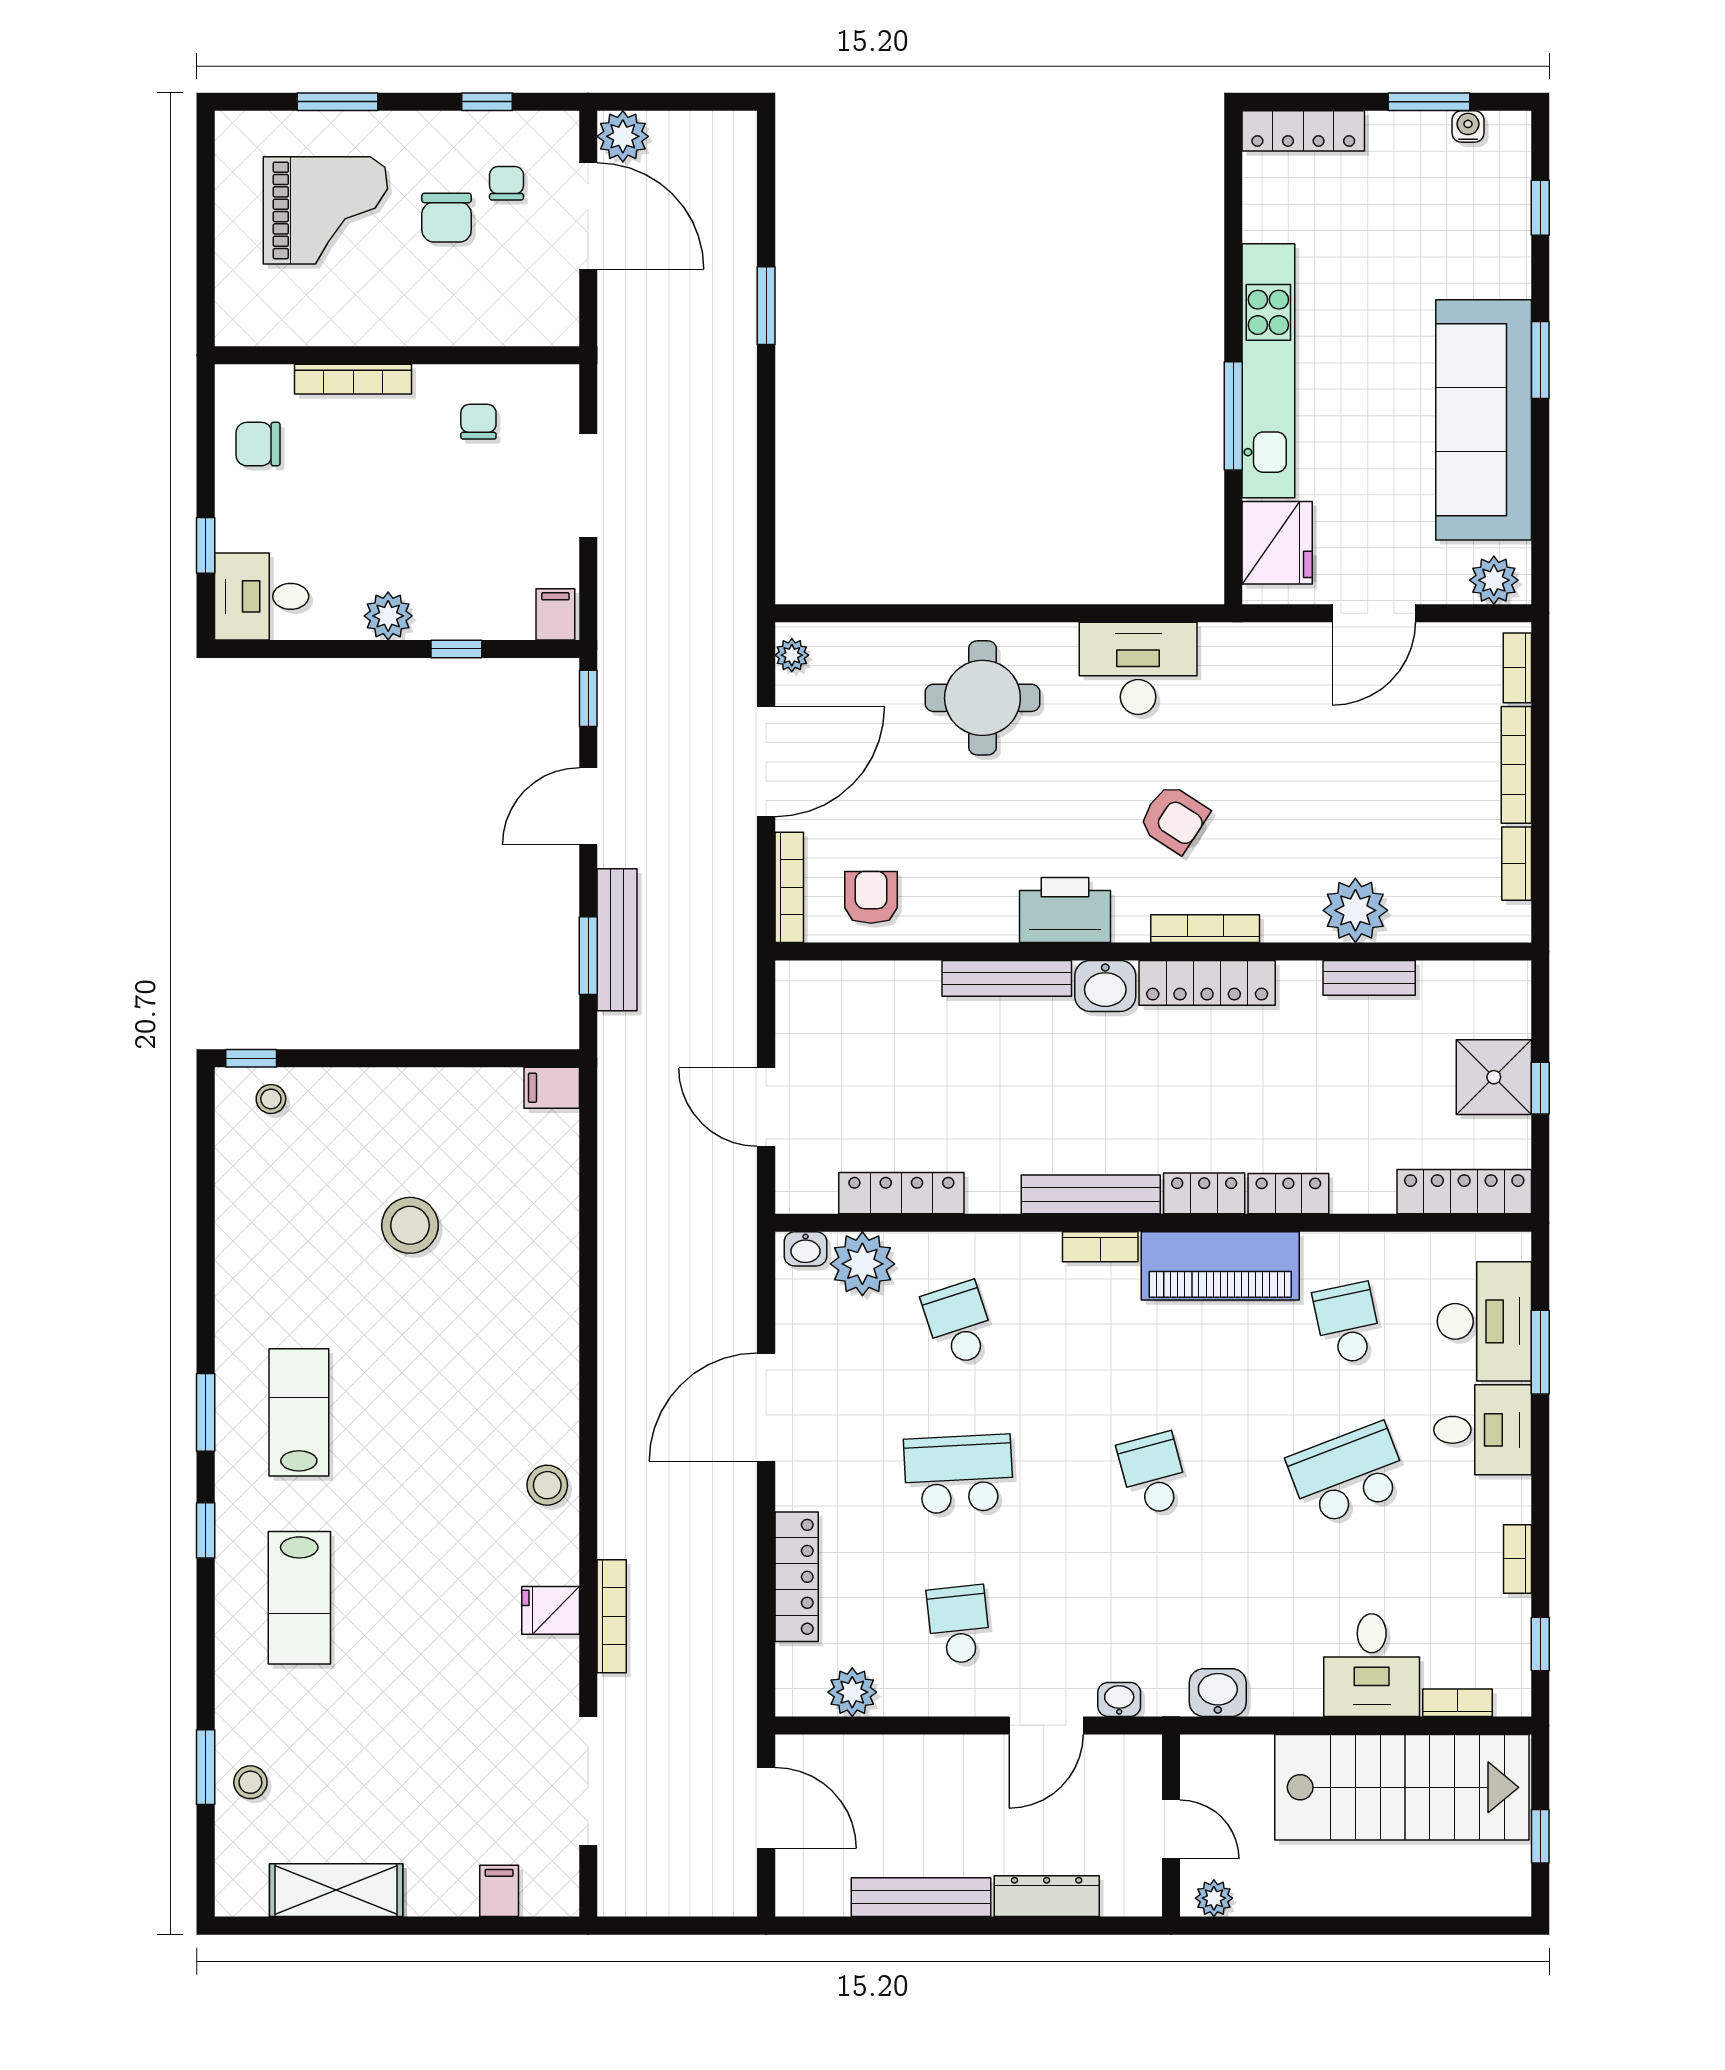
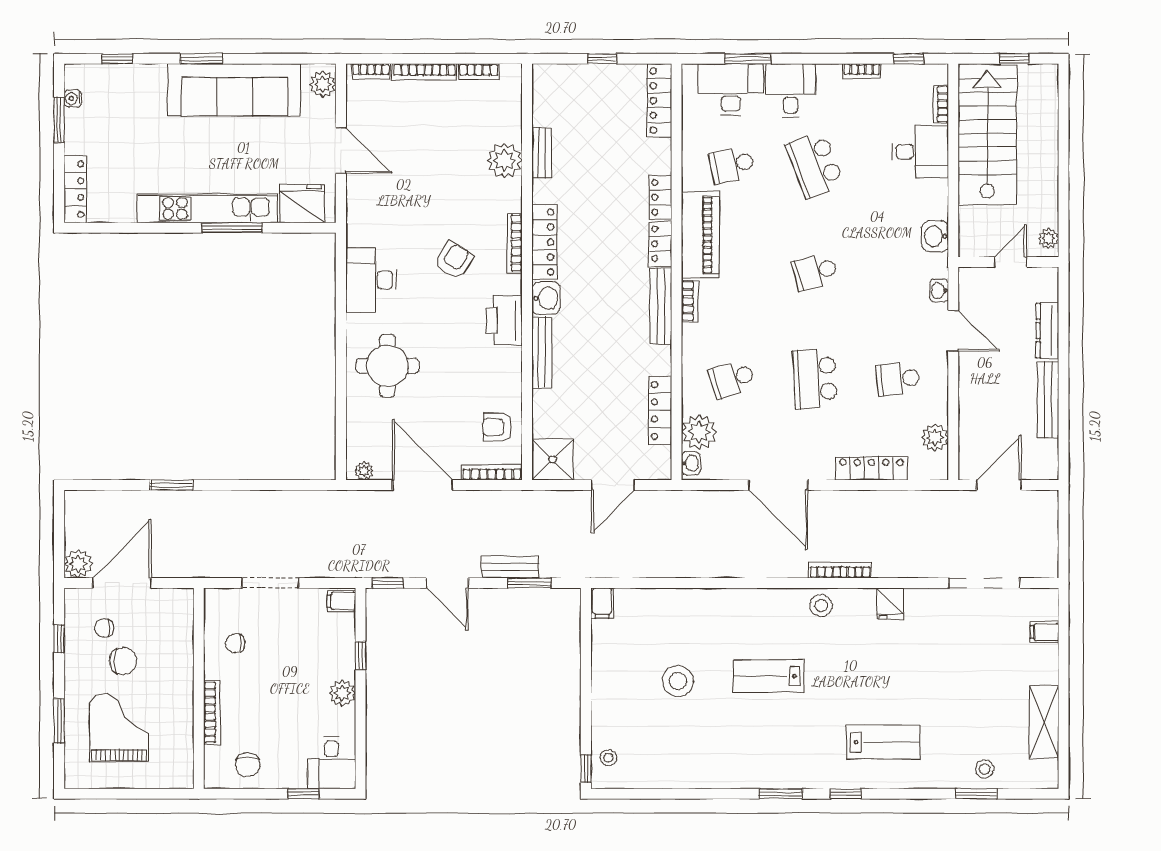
bench: (617, 940) -> (510, 567), width x0.73
shower: (1494, 1077) -> (553, 459), moved
lab bench: (299, 1412) -> (768, 676), moved
bookcase: (612, 1616) -> (840, 570), moved

